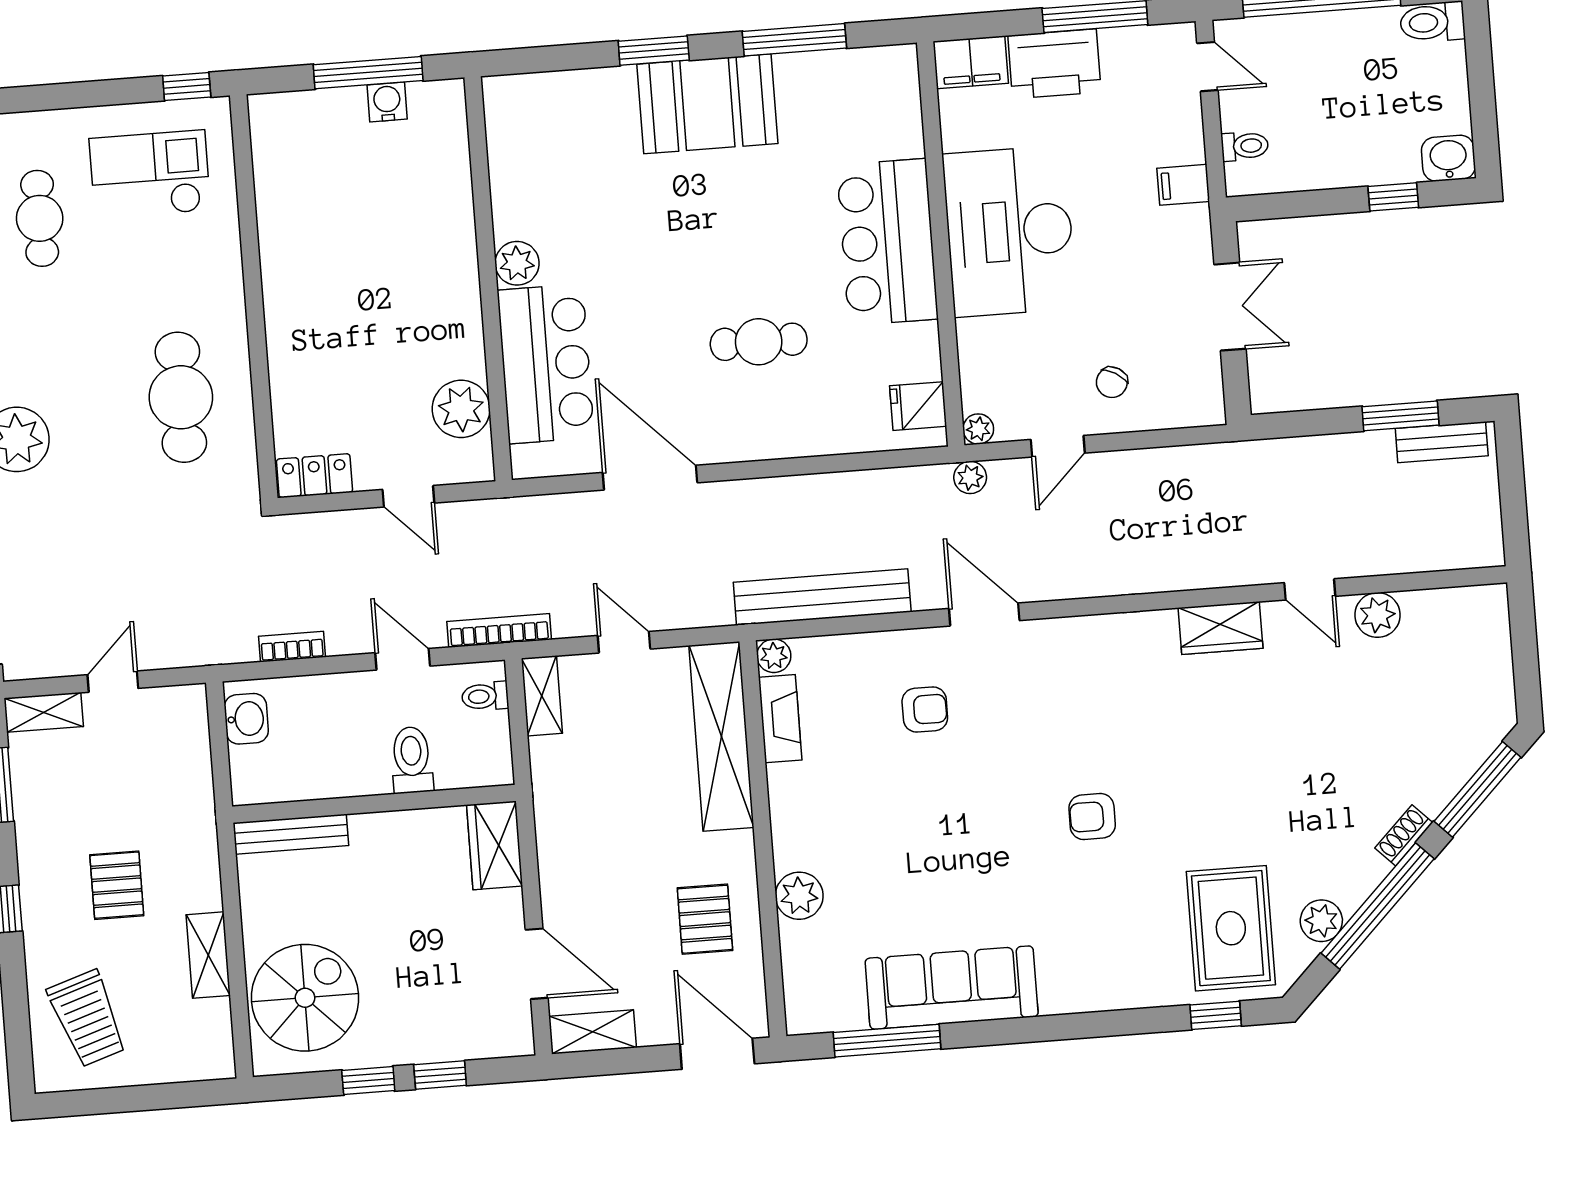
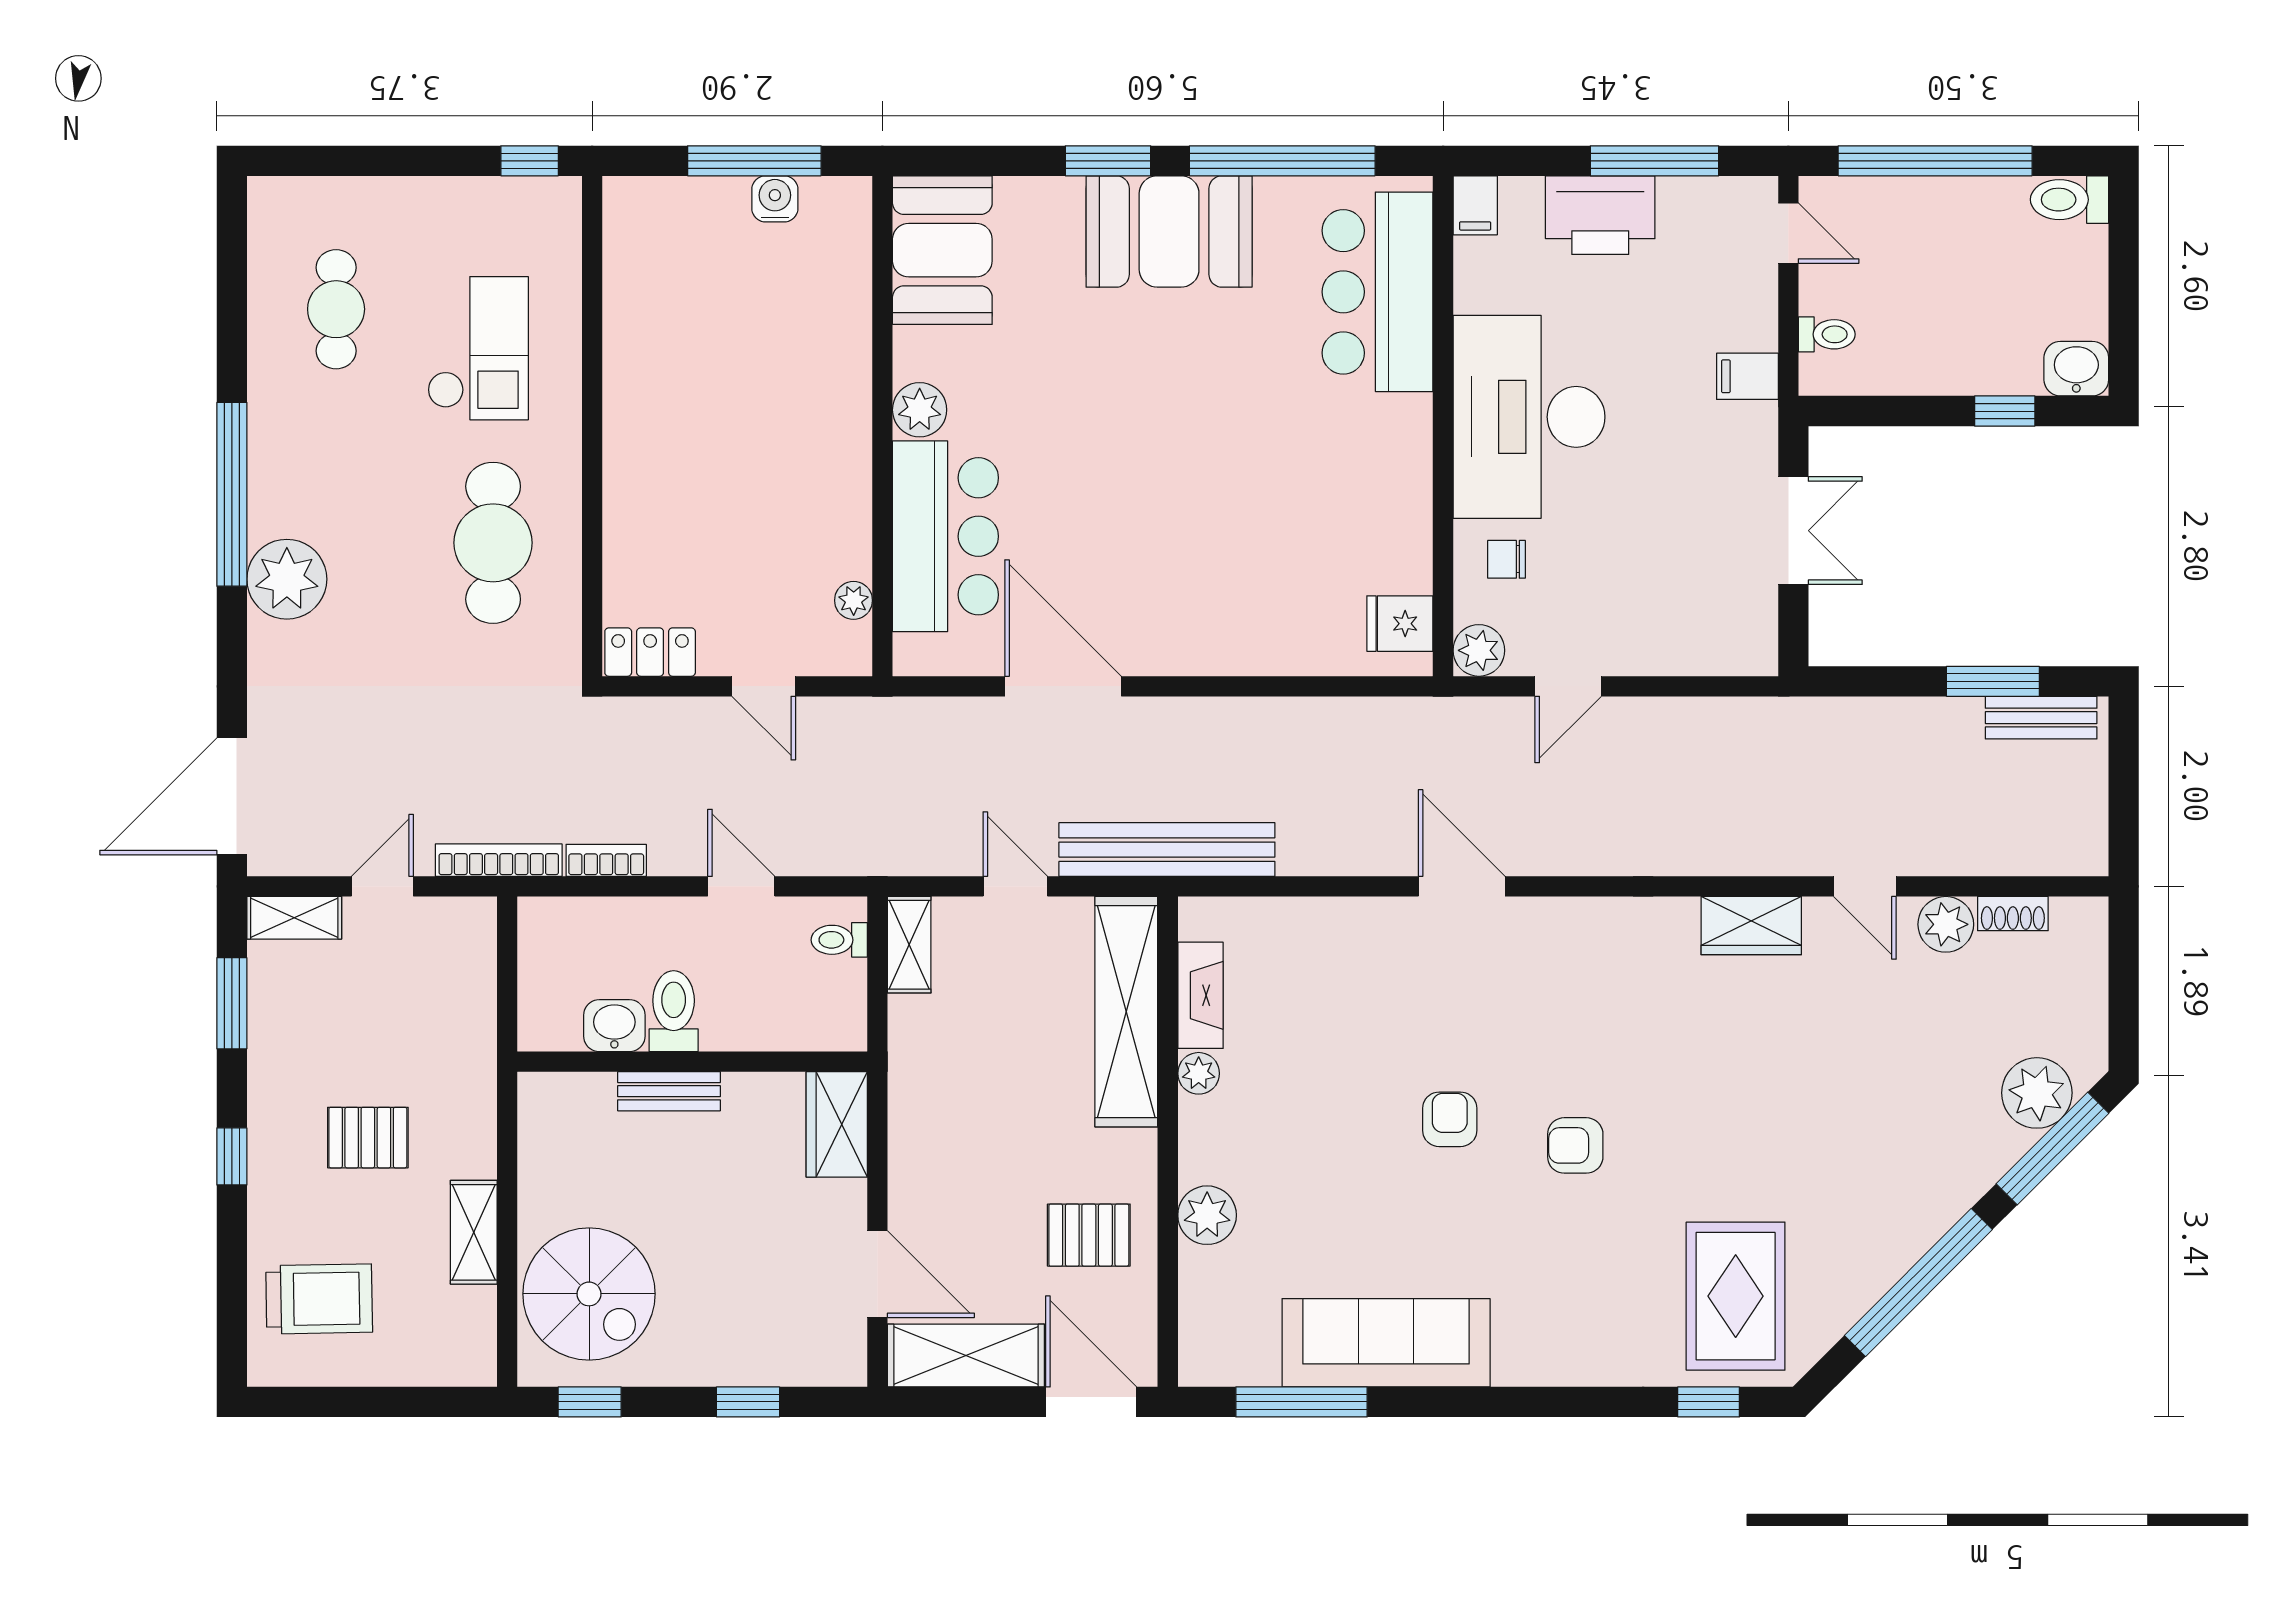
window: (794, 40) -> (1282, 161), width x1.46
filing cabinet: (971, 62) -> (1475, 205), width x0.50
booth: (525, 133) -> (942, 250), added
checkout: (150, 174) -> (478, 348), moved, turned 90
bar counter: (887, 242) -> (1378, 292), moved
cafe table: (759, 342) -> (1210, 529), removed
chair: (1112, 382) -> (1506, 559), moved, turned 59
plant: (461, 409) -> (854, 600), width x0.53, depth x0.53
plant: (978, 429) -> (1479, 650), width x1.38, depth x1.38
plant: (970, 477) -> (1457, 716), removed
bench: (822, 597) -> (1167, 850), moved
bookcase: (499, 631) -> (499, 860), moved
plant: (774, 656) -> (1199, 1073), moved
armchair: (925, 709) -> (1450, 1119), moved, turned -90
washbasin: (246, 719) -> (614, 1026), moved, turned -90
toilet: (412, 760) -> (674, 1011), moved
bench: (291, 834) -> (669, 1091), moved, width x0.73
shoe rack: (1404, 835) -> (2013, 914), moved, turned -135
pallet: (117, 885) -> (368, 1138), turned 90
pallet: (705, 919) -> (1089, 1235), turned 90
plant: (1321, 921) -> (2037, 1093), moved, width x1.36, depth x1.36
spiral stairs: (305, 998) -> (589, 1294), turned 90
trolley: (87, 1018) -> (319, 1299), turned -73
shelving: (593, 1032) -> (966, 1356), width x1.50, depth x1.33
window: (368, 1081) -> (590, 1402), moved

